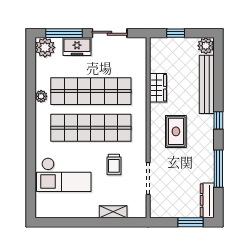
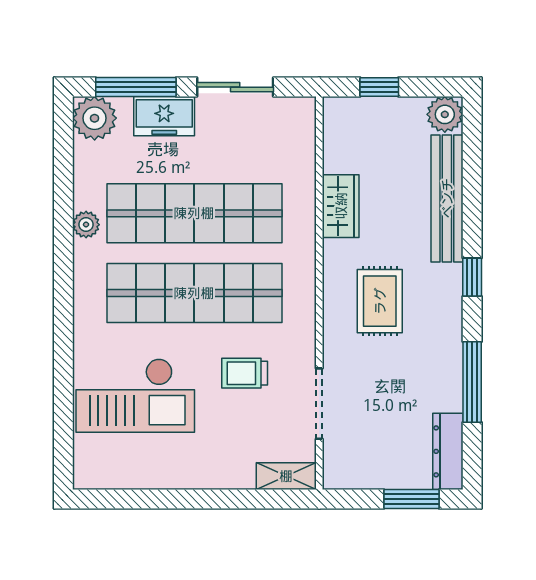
trolley: (114, 164) -> (245, 373), turned 90
shelving: (113, 212) -> (286, 476), moved

